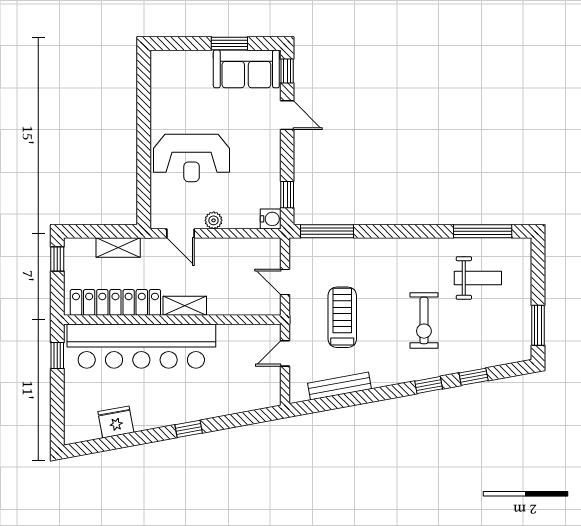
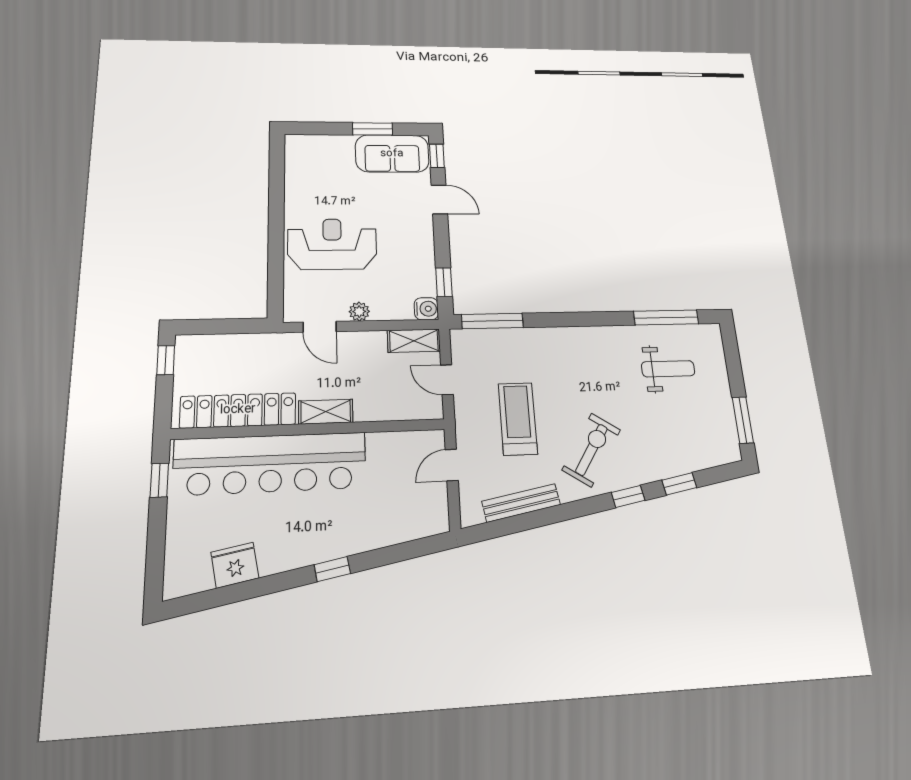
reception desk: (192, 158) -> (332, 244), turned 180
shelving: (118, 247) -> (414, 341), moved
exercise bike: (424, 320) -> (591, 450), moved, turned -147

